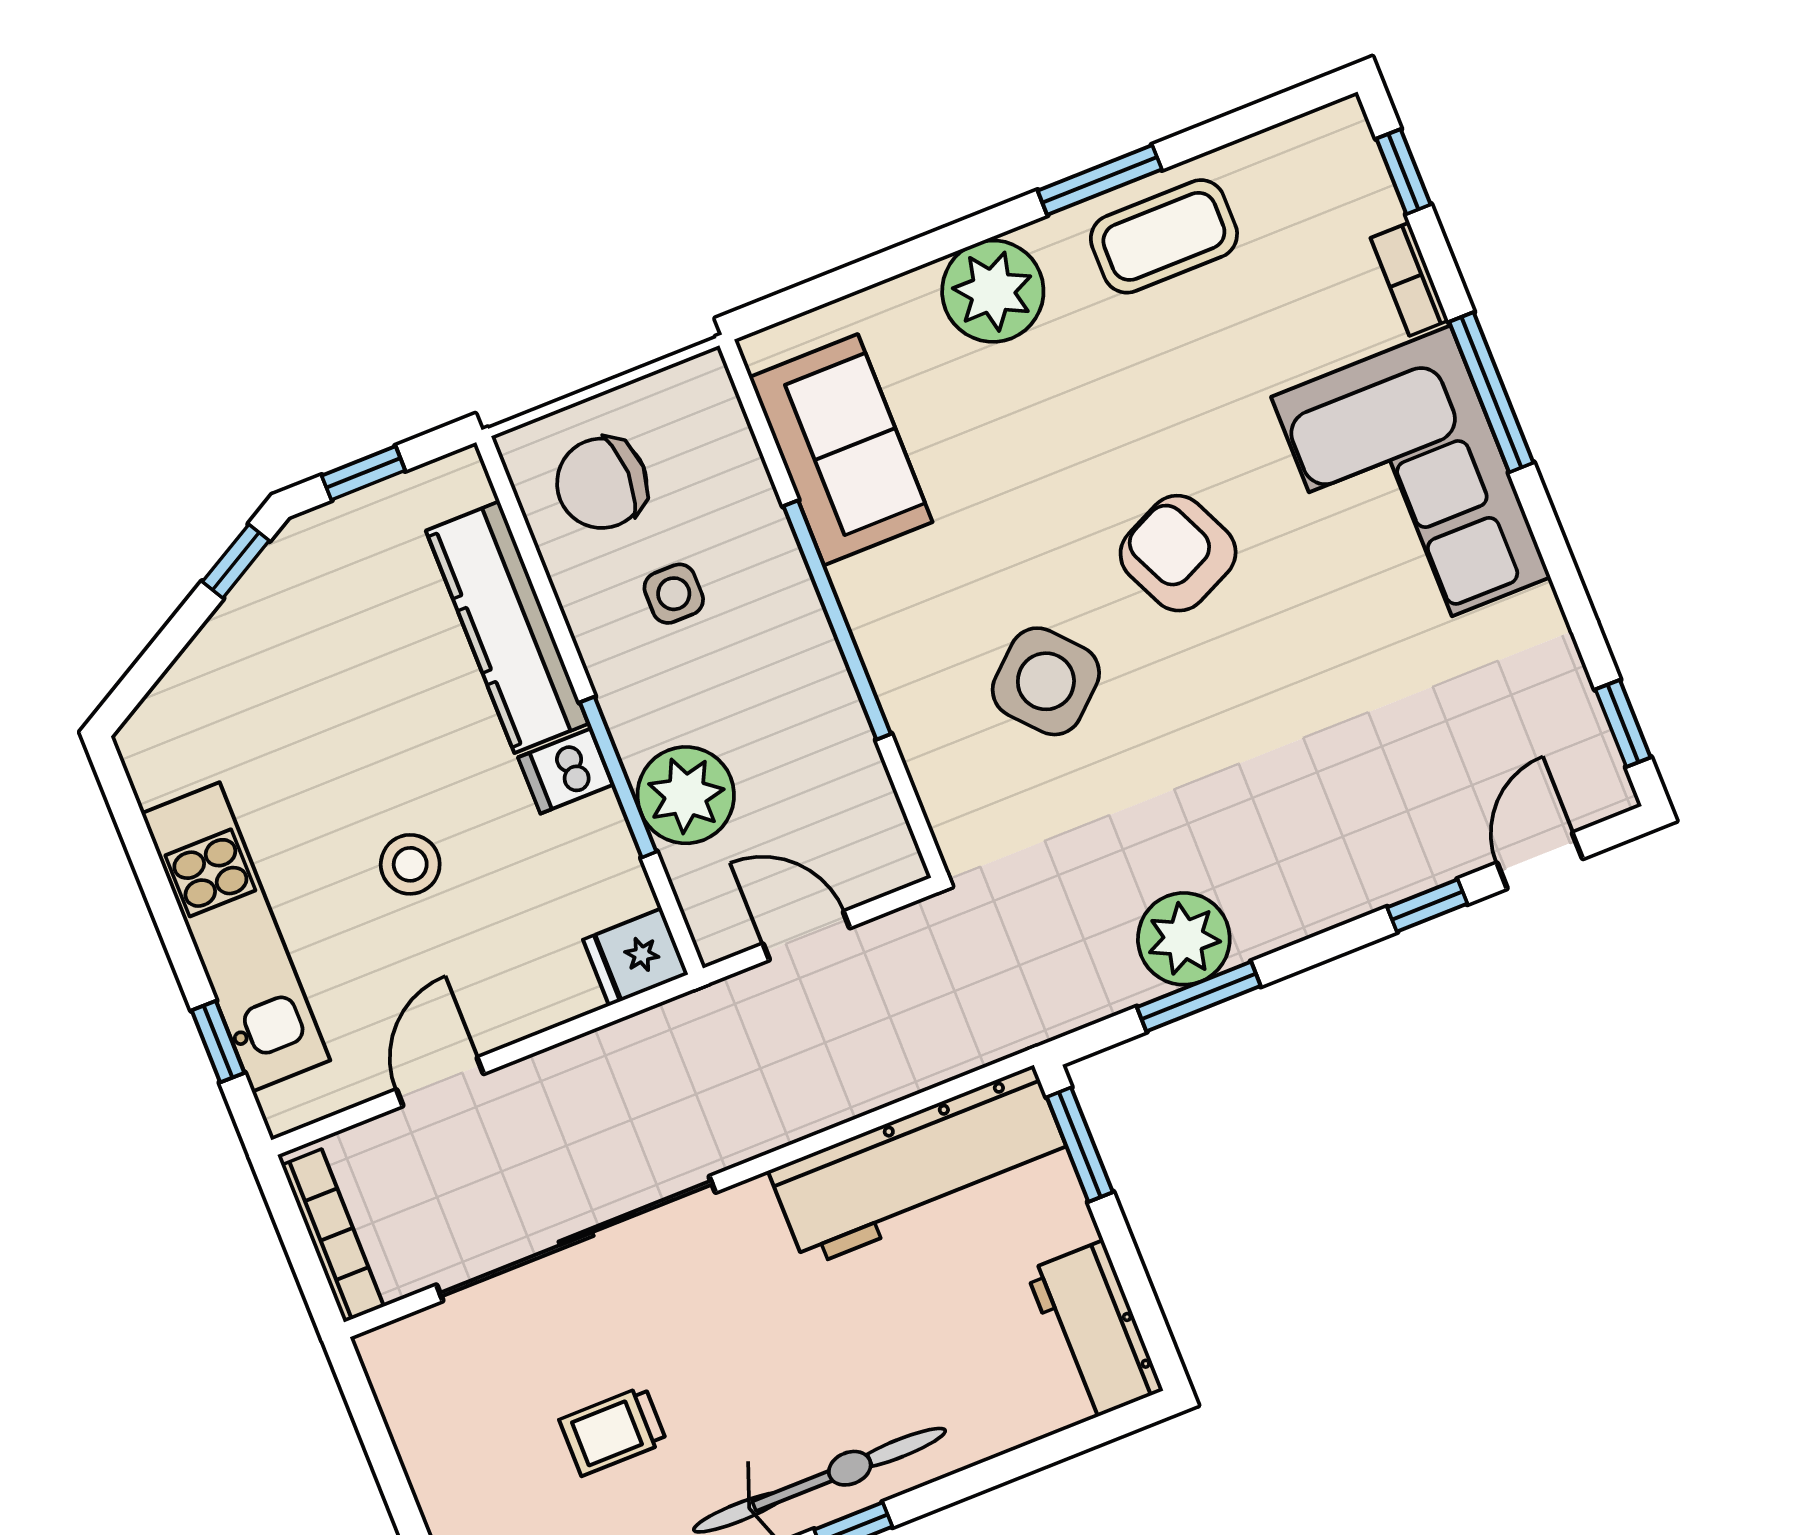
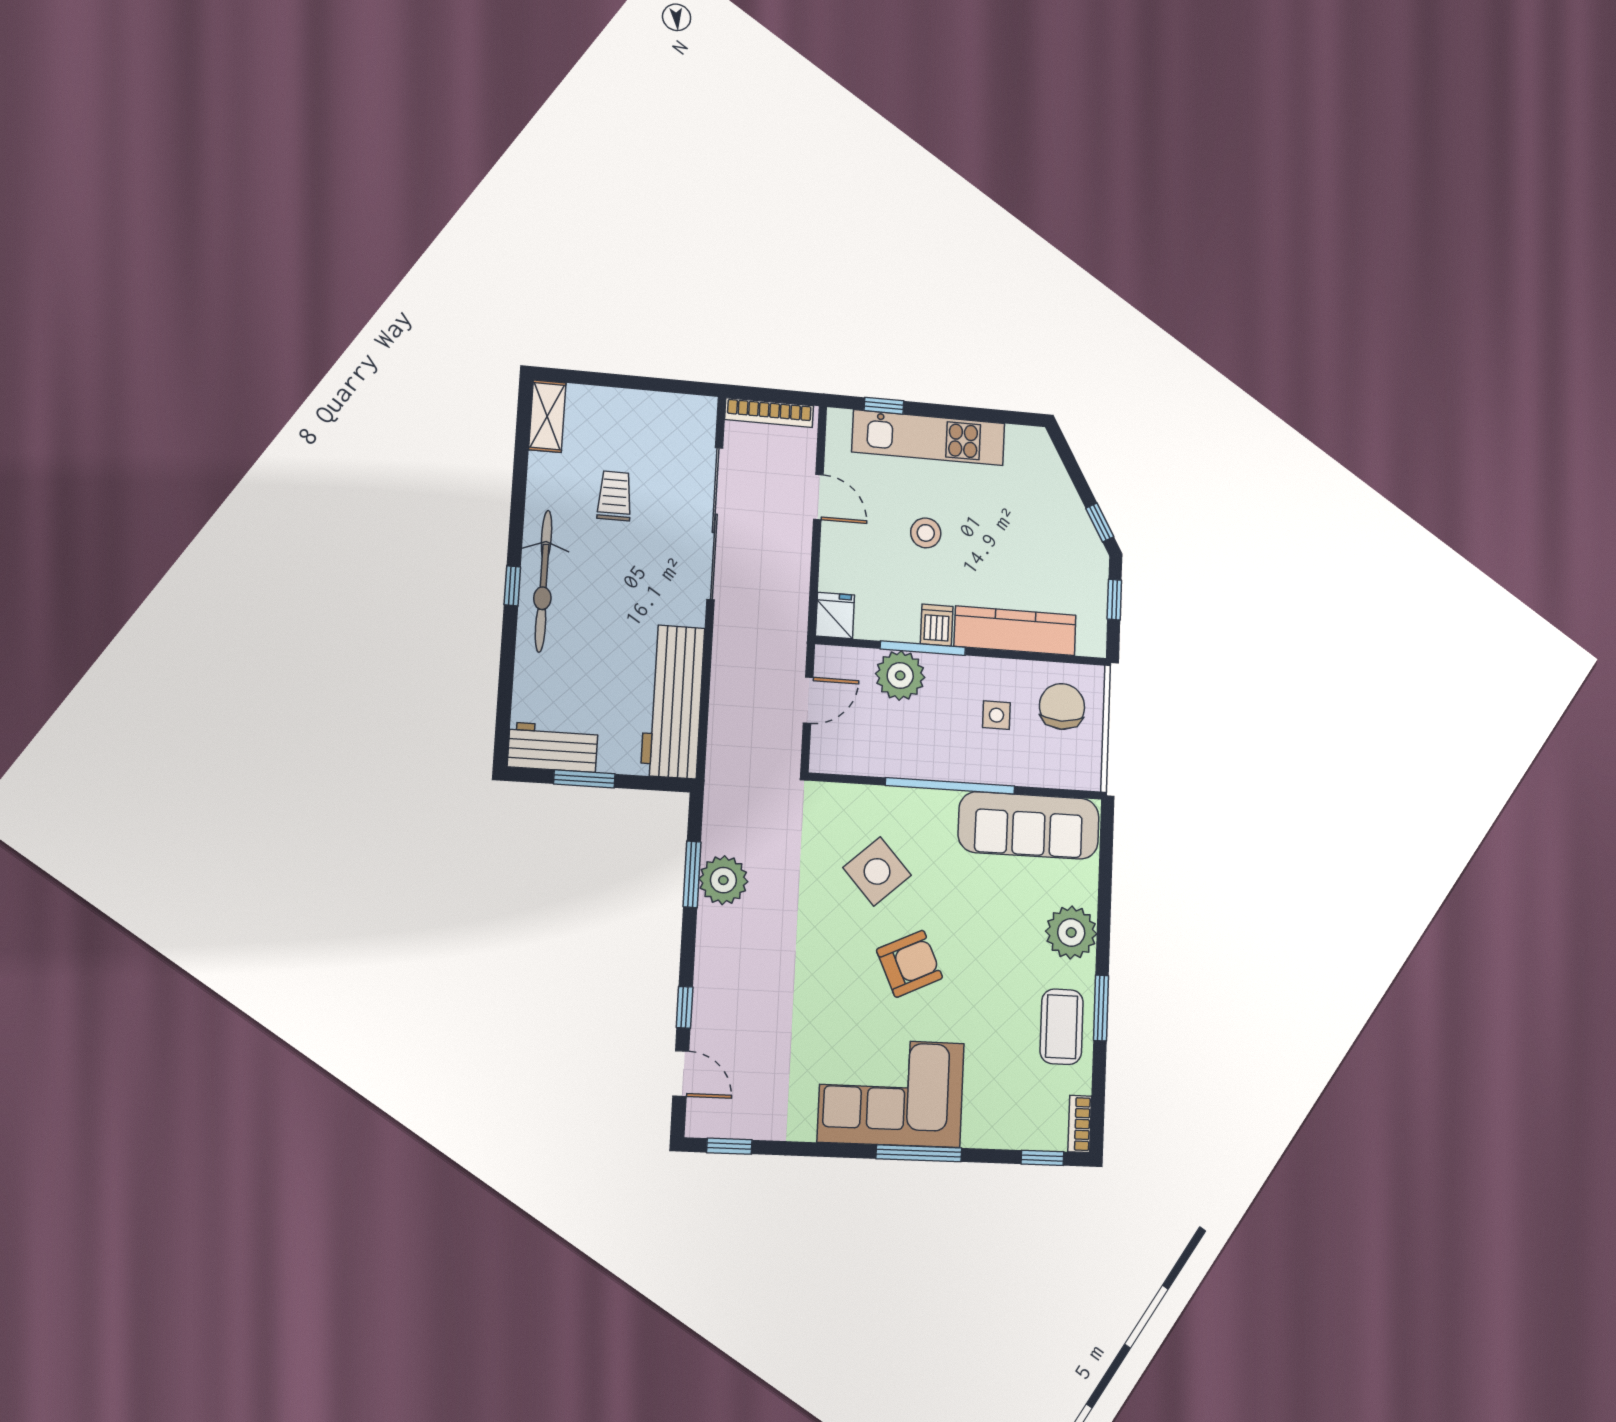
bookcase: (1410, 279) -> (1080, 1124), moved, turned -90
sofa: (841, 450) -> (1029, 825), width x1.36
window: (1080, 1145) -> (584, 779), moved

